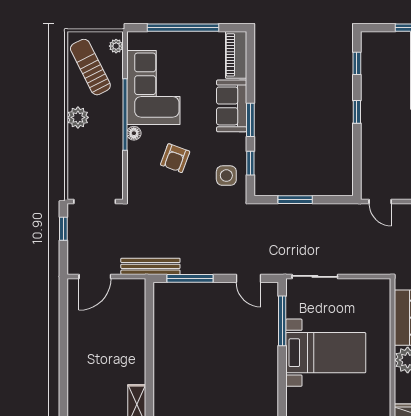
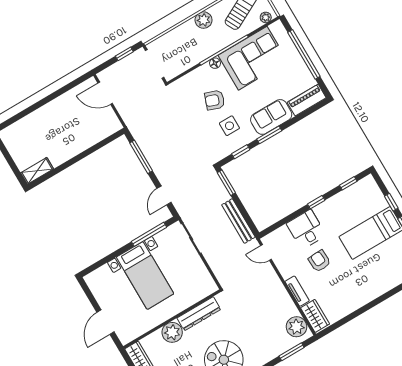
desk: (381, 141) -> (306, 229), added
side table: (226, 176) -> (229, 126), moved
window: (295, 200) -> (226, 183), moved
door: (380, 202) -> (266, 252), hinge flipped
bench: (150, 266) -> (238, 221), moved

